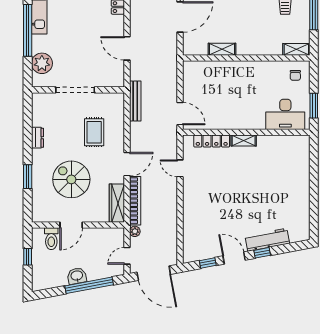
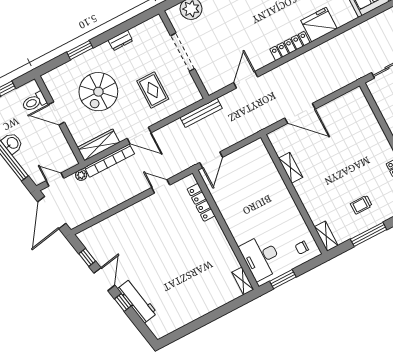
rug: (94, 132) -> (153, 90), turned 90
shelving: (244, 141) -> (243, 281), moved
door: (180, 168) -> (161, 186), hinge flipped
spiral stairs: (71, 179) -> (98, 92), turned 180

